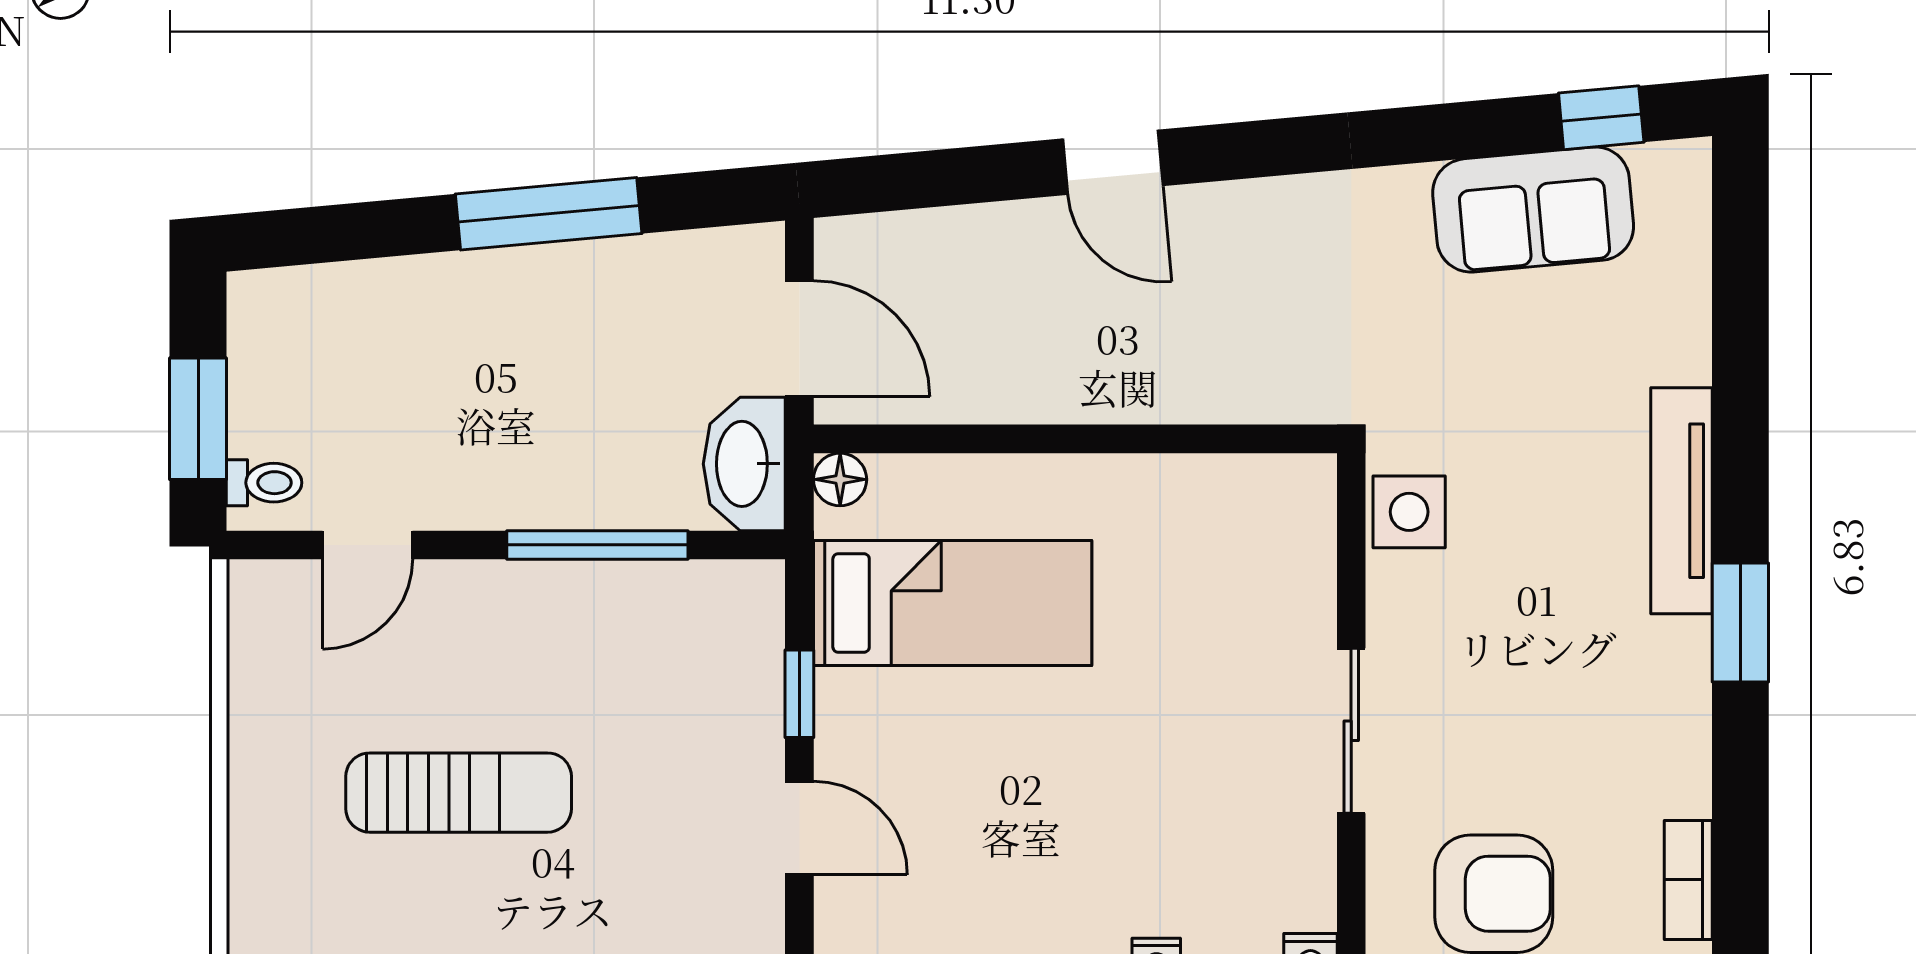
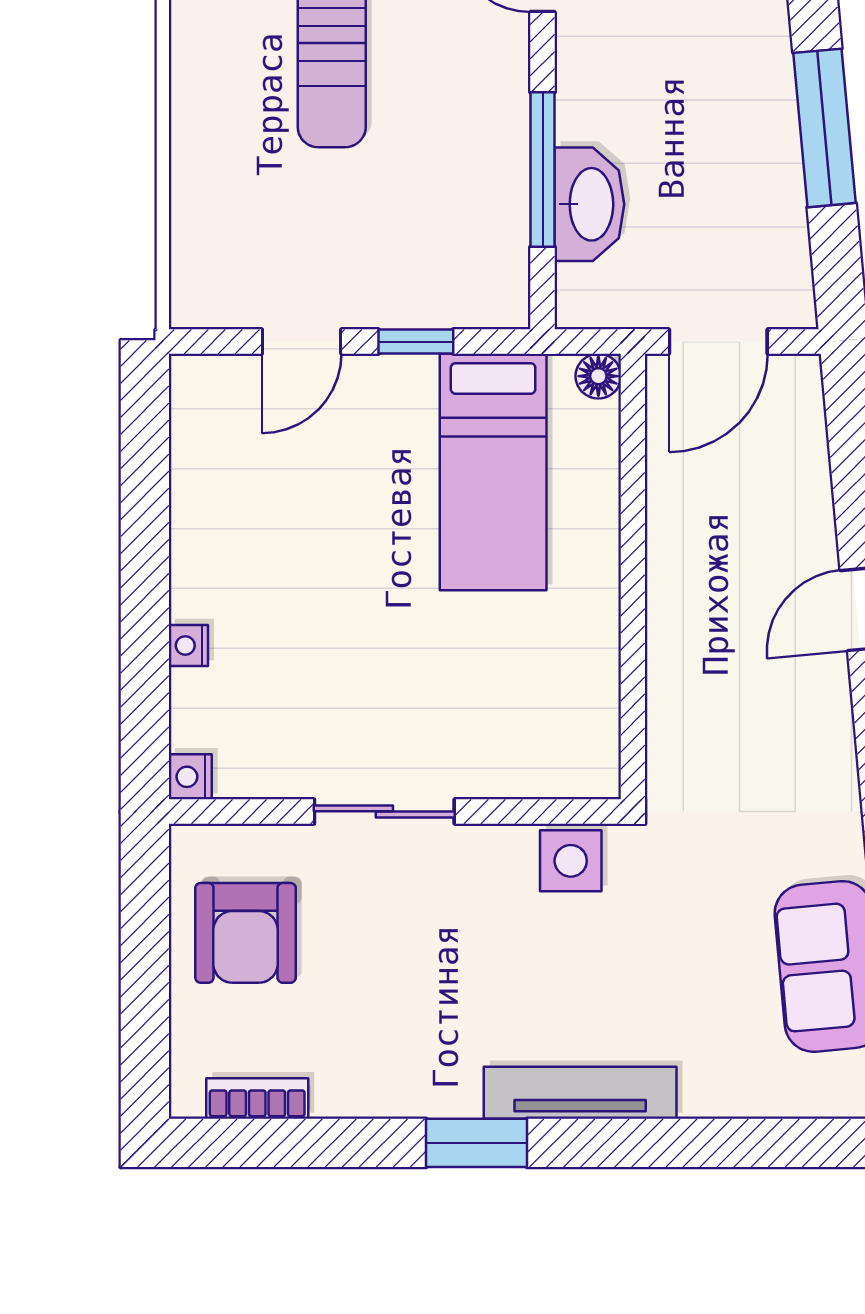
washbasin: (744, 464) -> (589, 204), moved, turned 90

